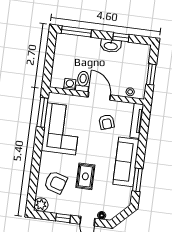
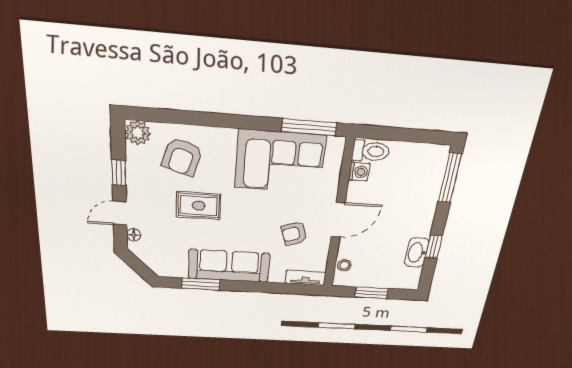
washbasin: (111, 46) -> (417, 253), moved
toilet: (83, 81) -> (371, 151), moved
tv unit: (137, 121) -> (305, 278), width x0.71

